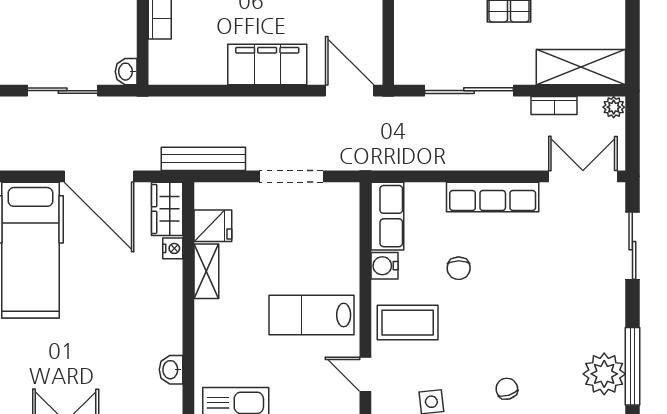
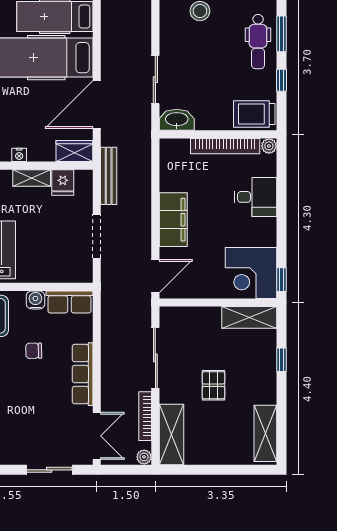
washbasin: (126, 72) -> (177, 120), width x1.91, depth x1.45
bookcase: (554, 106) -> (145, 416), width x1.56
nightstand: (173, 248) -> (19, 155), moved

